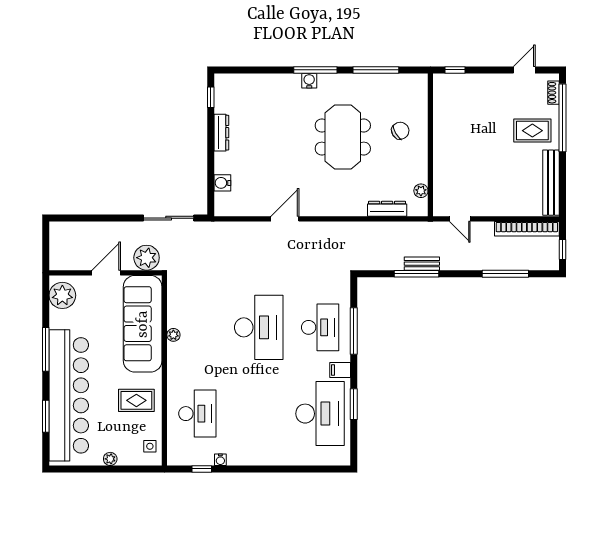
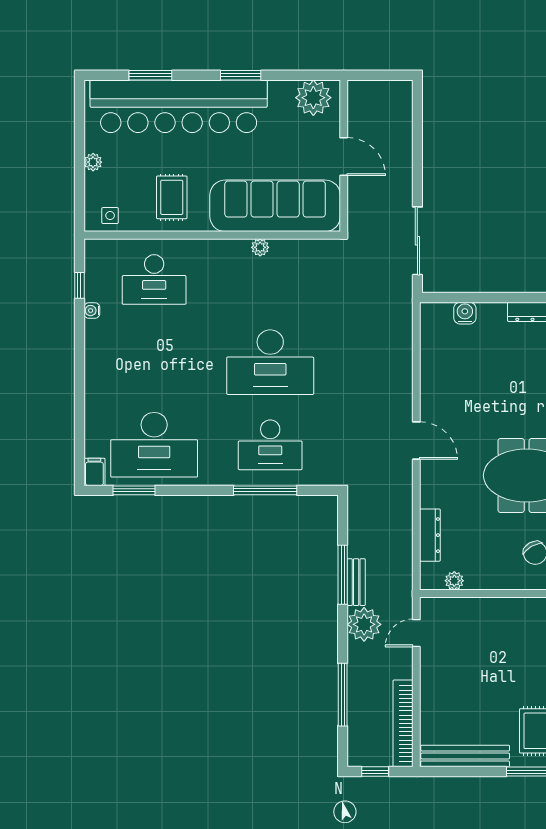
door: (285, 219) -> (416, 441), moved
plant: (147, 258) -> (364, 624), moved
window: (46, 349) -> (241, 75), width x0.69
filing cabinet: (340, 370) -> (94, 472), moved
window: (354, 404) -> (134, 490), moved

